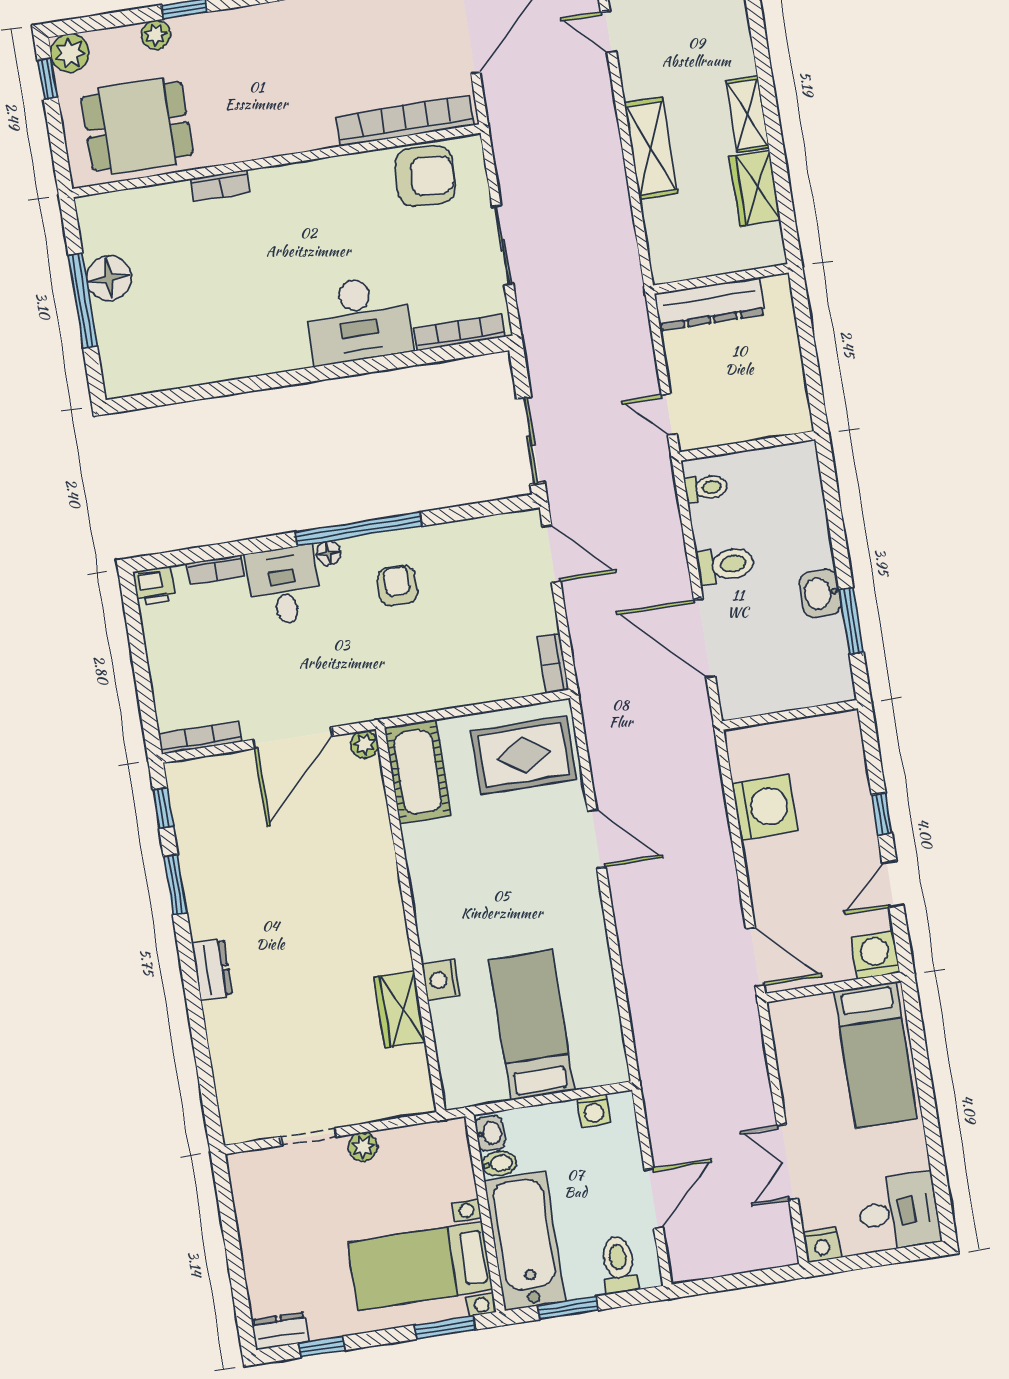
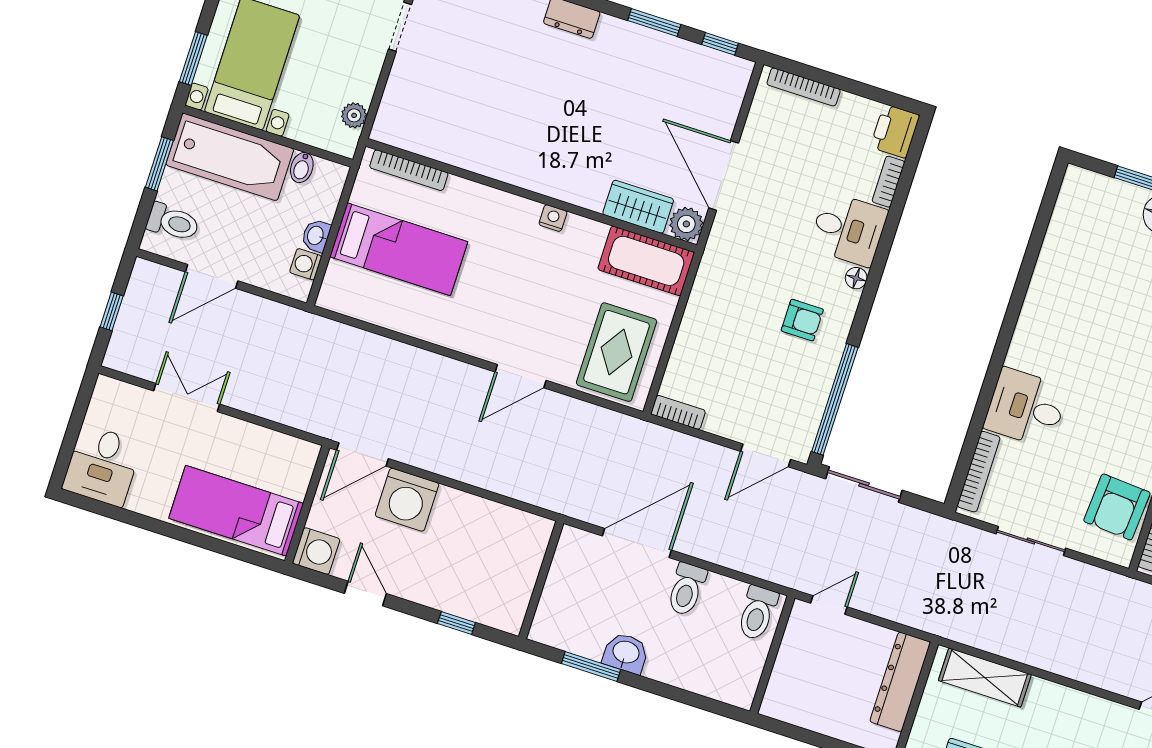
shelving: (651, 148) -> (985, 677), moved
desk: (358, 320) -> (1026, 408), width x0.73
toilet: (706, 488) -> (757, 613), width x1.37, depth x1.39
window: (358, 529) -> (835, 399), moved
printer: (154, 586) -> (895, 131), width x1.36, depth x1.24
bookcase: (200, 738) -> (804, 87), moved, turned 90
plant: (365, 744) -> (686, 224), width x1.38, depth x1.38
washing machine: (765, 807) -> (407, 500), moved
window: (882, 814) -> (456, 623), moved
nightstand: (441, 980) -> (553, 218), moved, width x0.72, depth x0.74
wardrobe: (400, 1009) -> (638, 207), moved
bookcase: (447, 1055) -> (409, 170), added
washbasin: (490, 1133) -> (316, 236), moved, turned 90
plant: (363, 1147) -> (354, 115), moved
door: (654, 1198) -> (212, 276), hinge flipped
nightstand: (822, 1245) -> (107, 391), removed
window: (739, 1281) -> (112, 311), added

